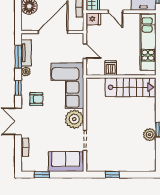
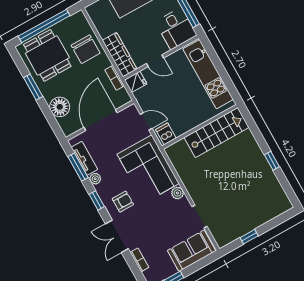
dishwasher: (111, 68) -> (166, 134), moved
plant: (74, 119) -> (177, 193), width x0.53, depth x0.53
plant: (150, 135) -> (265, 172), removed

